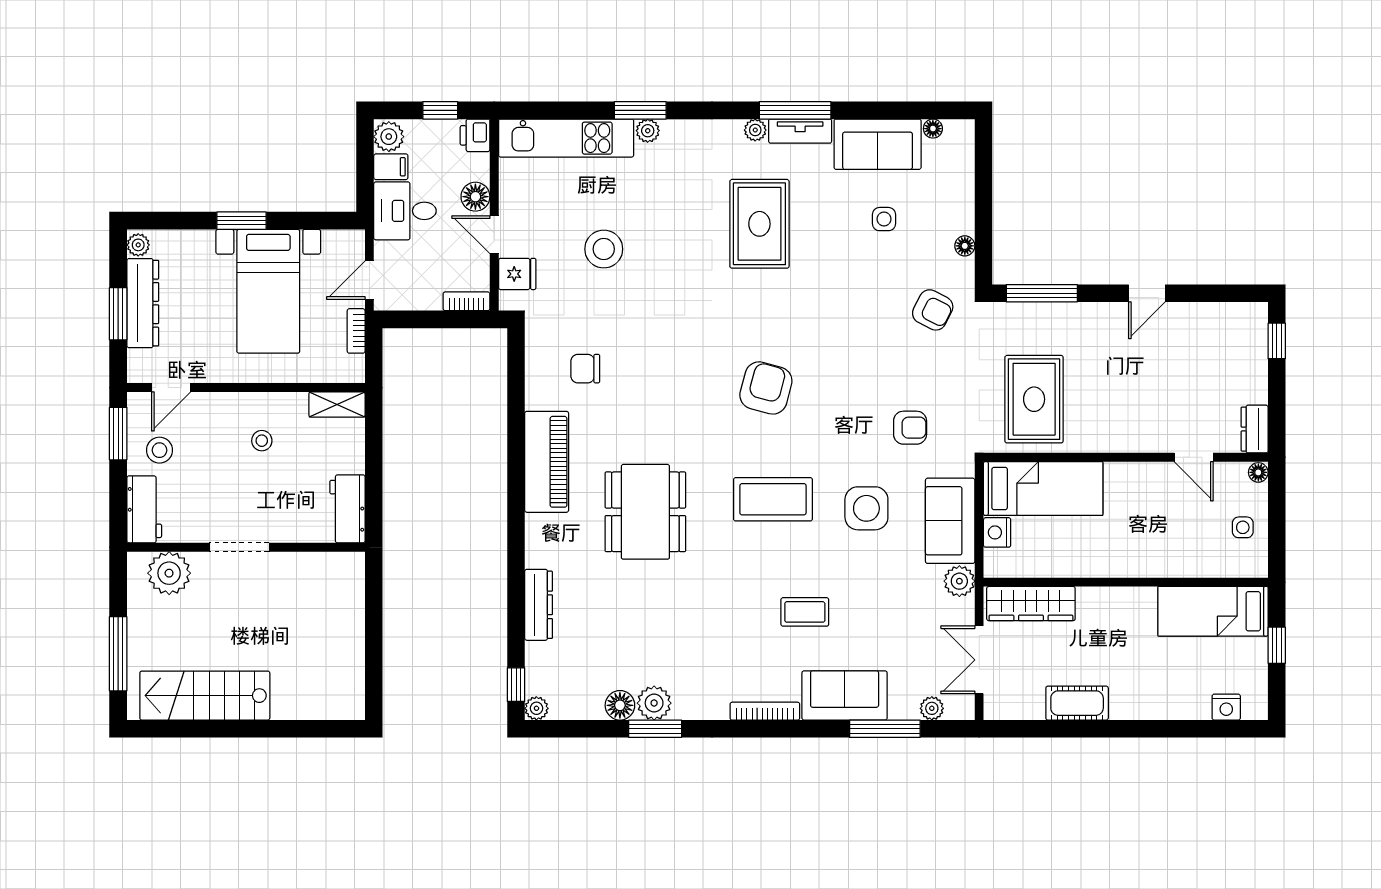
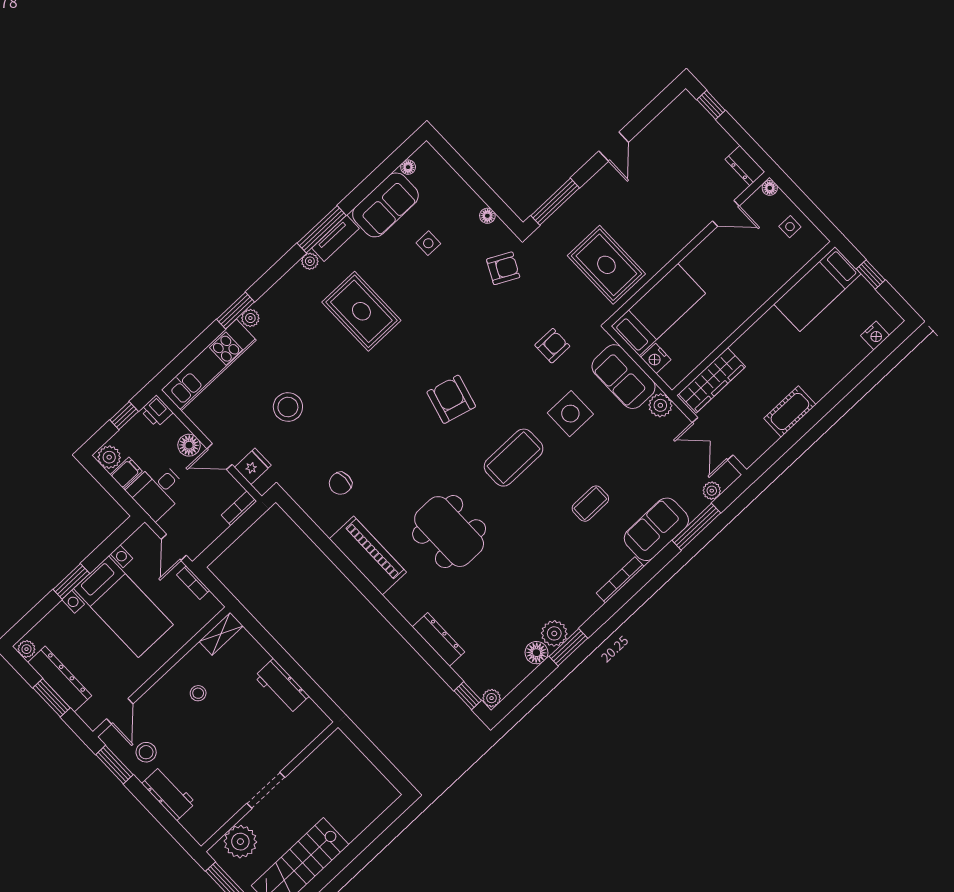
doorway: (239, 547) -> (266, 790), moved
wall: (246, 547) -> (270, 787), moved
plant: (169, 573) -> (240, 842), moved

